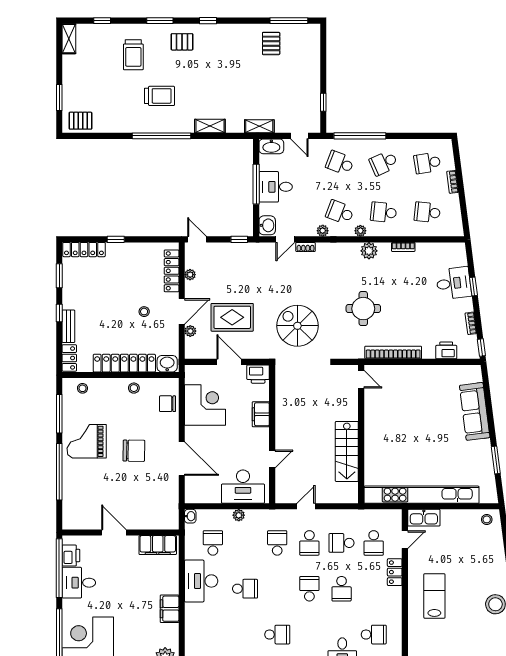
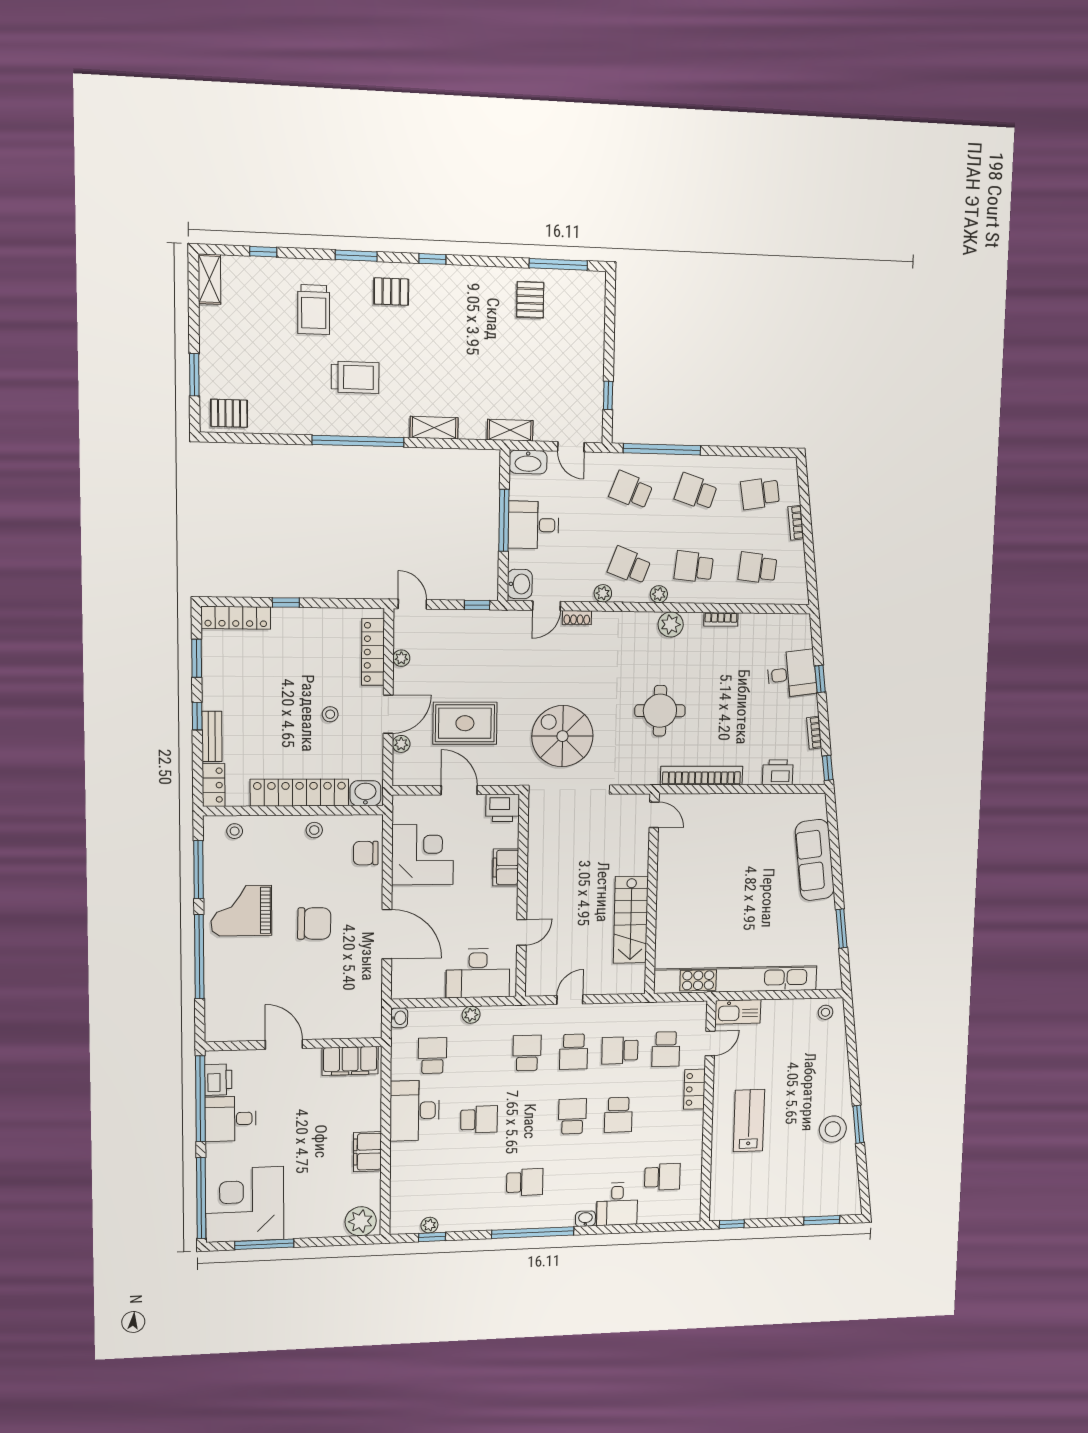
school desk: (384, 163) -> (696, 492), turned 42

